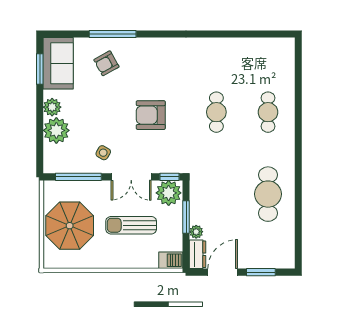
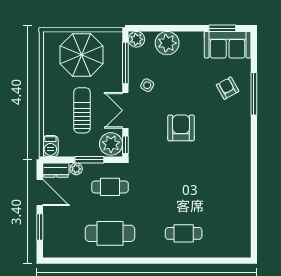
plant: (52, 107) -> (137, 39), moved
cafe table: (216, 112) -> (110, 187), moved

